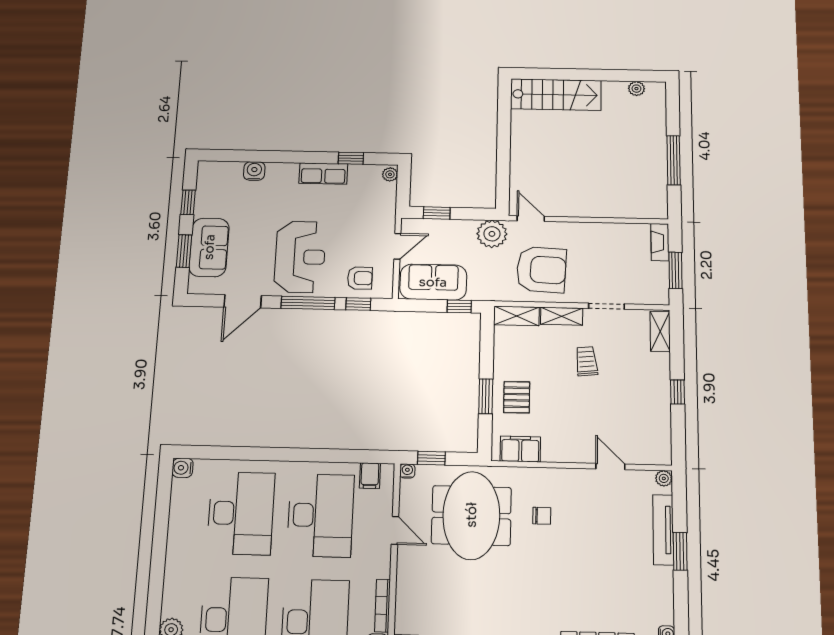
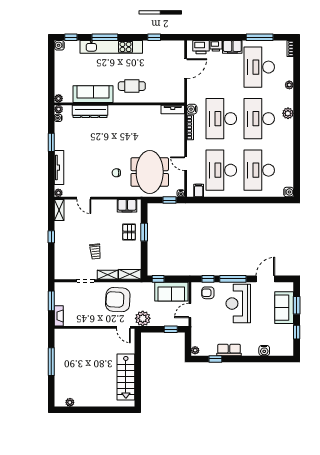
stairs: (556, 95) -> (126, 377), moved, turned -90
shelving: (660, 332) -> (59, 210), moved
window: (680, 551) -> (51, 142), moved

